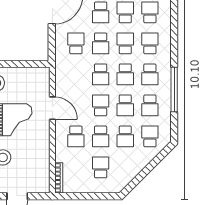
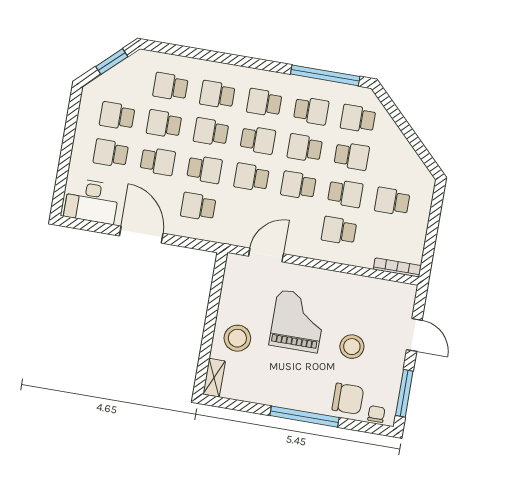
school desk: (101, 74) -> (251, 177), turned 180
school desk: (150, 74) -> (264, 103), turned 180
window: (174, 90) -> (325, 75), moved
school desk: (125, 105) -> (305, 148), turned 180
door: (52, 108) -> (266, 255), moved
school desk: (76, 136) -> (339, 231), turned 180

